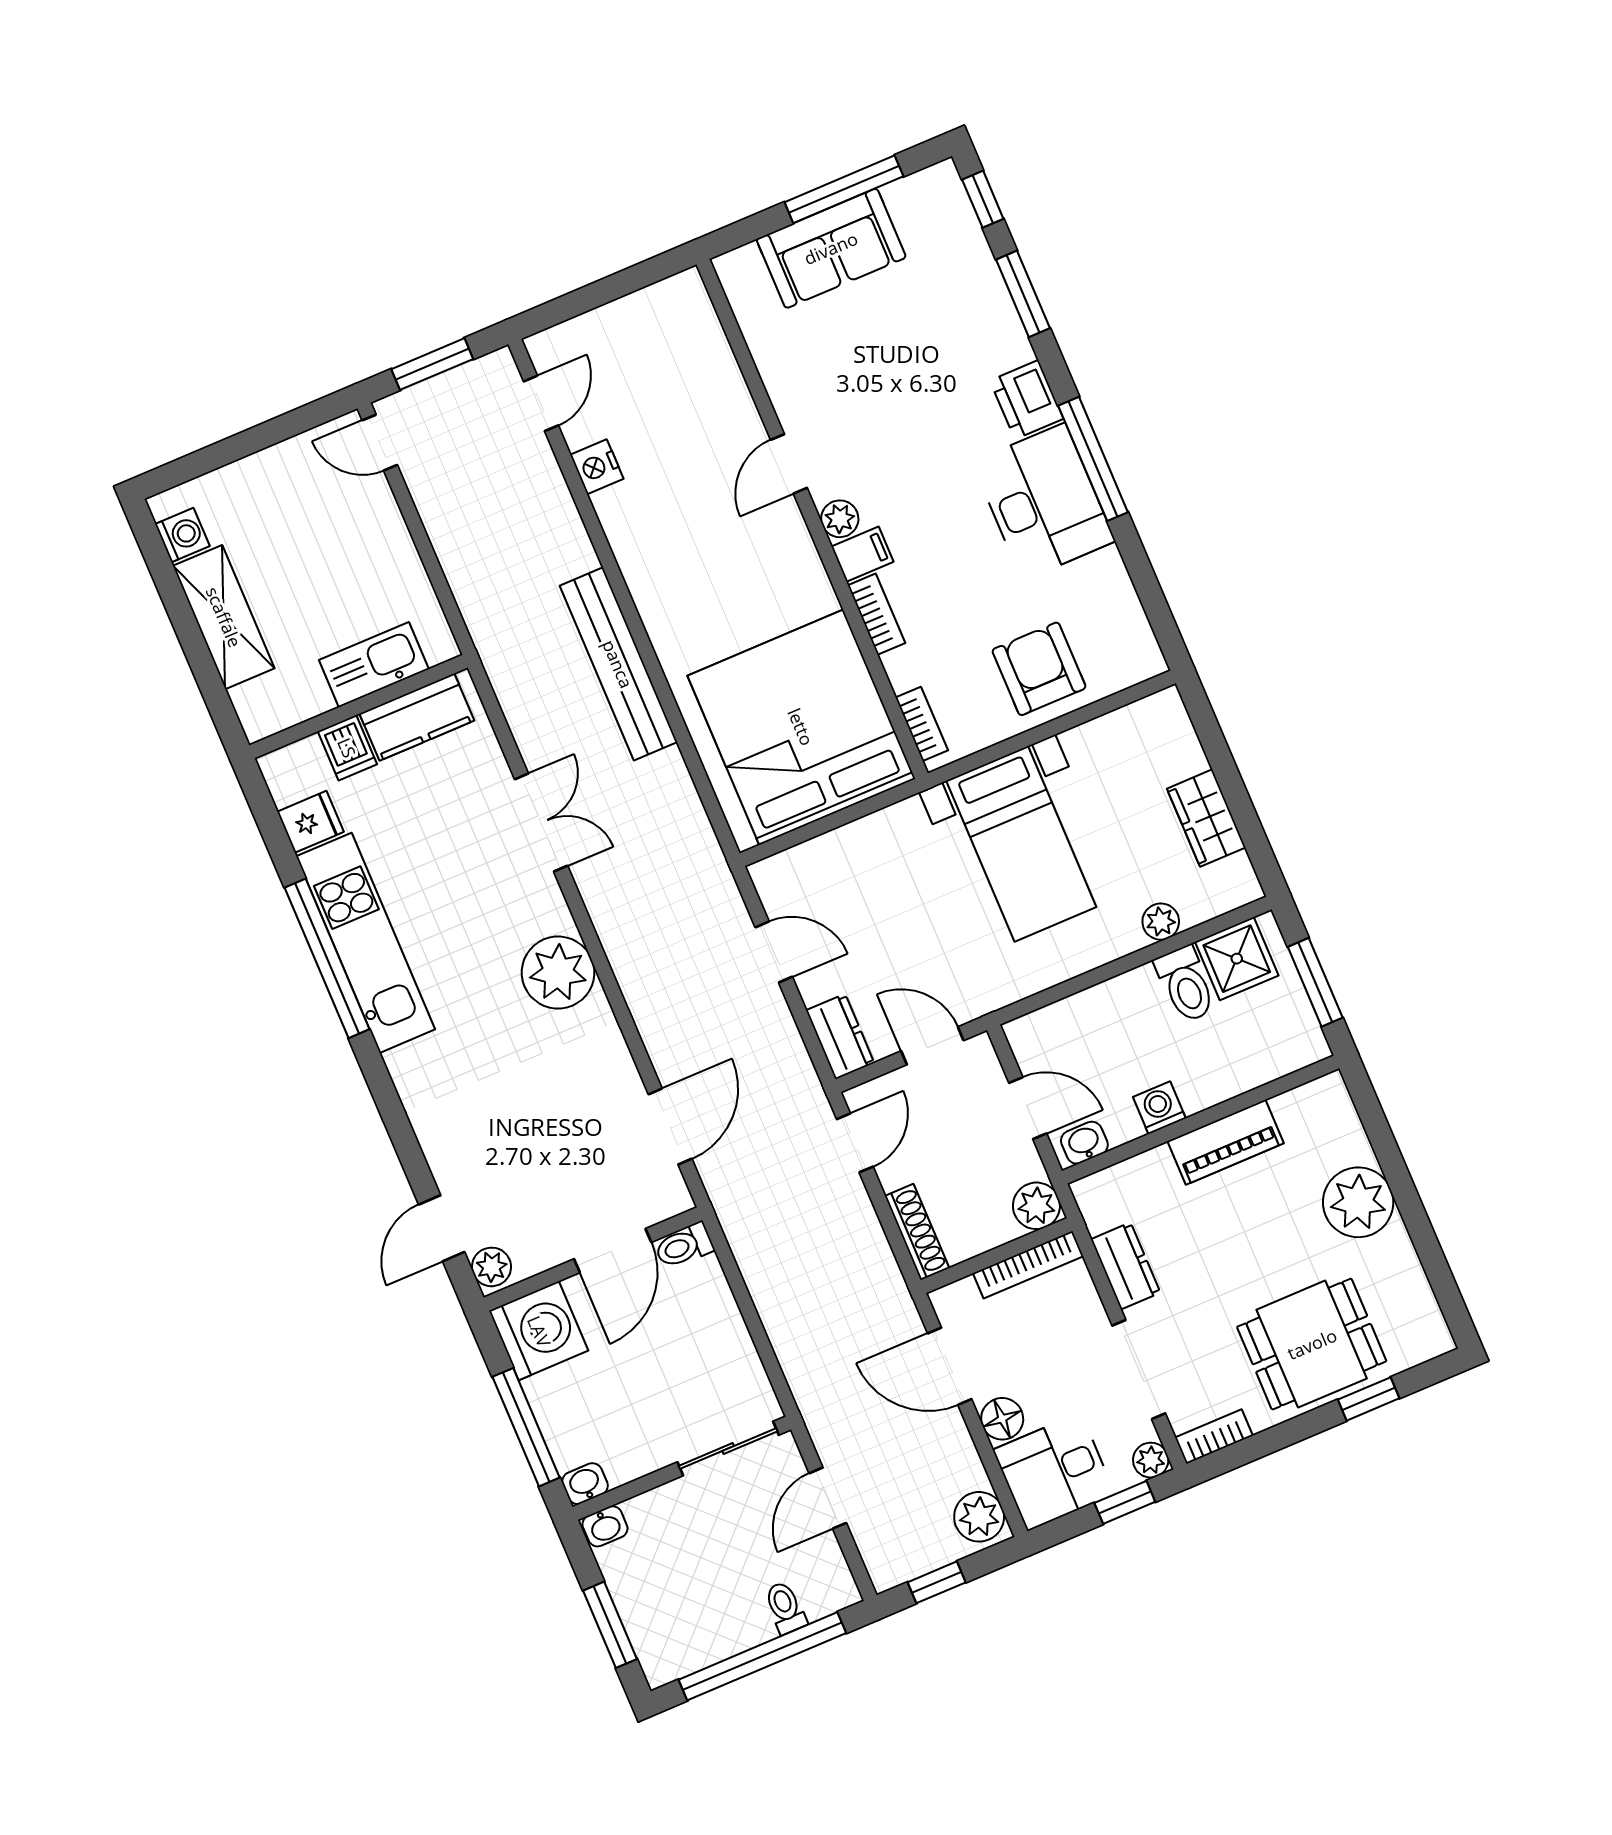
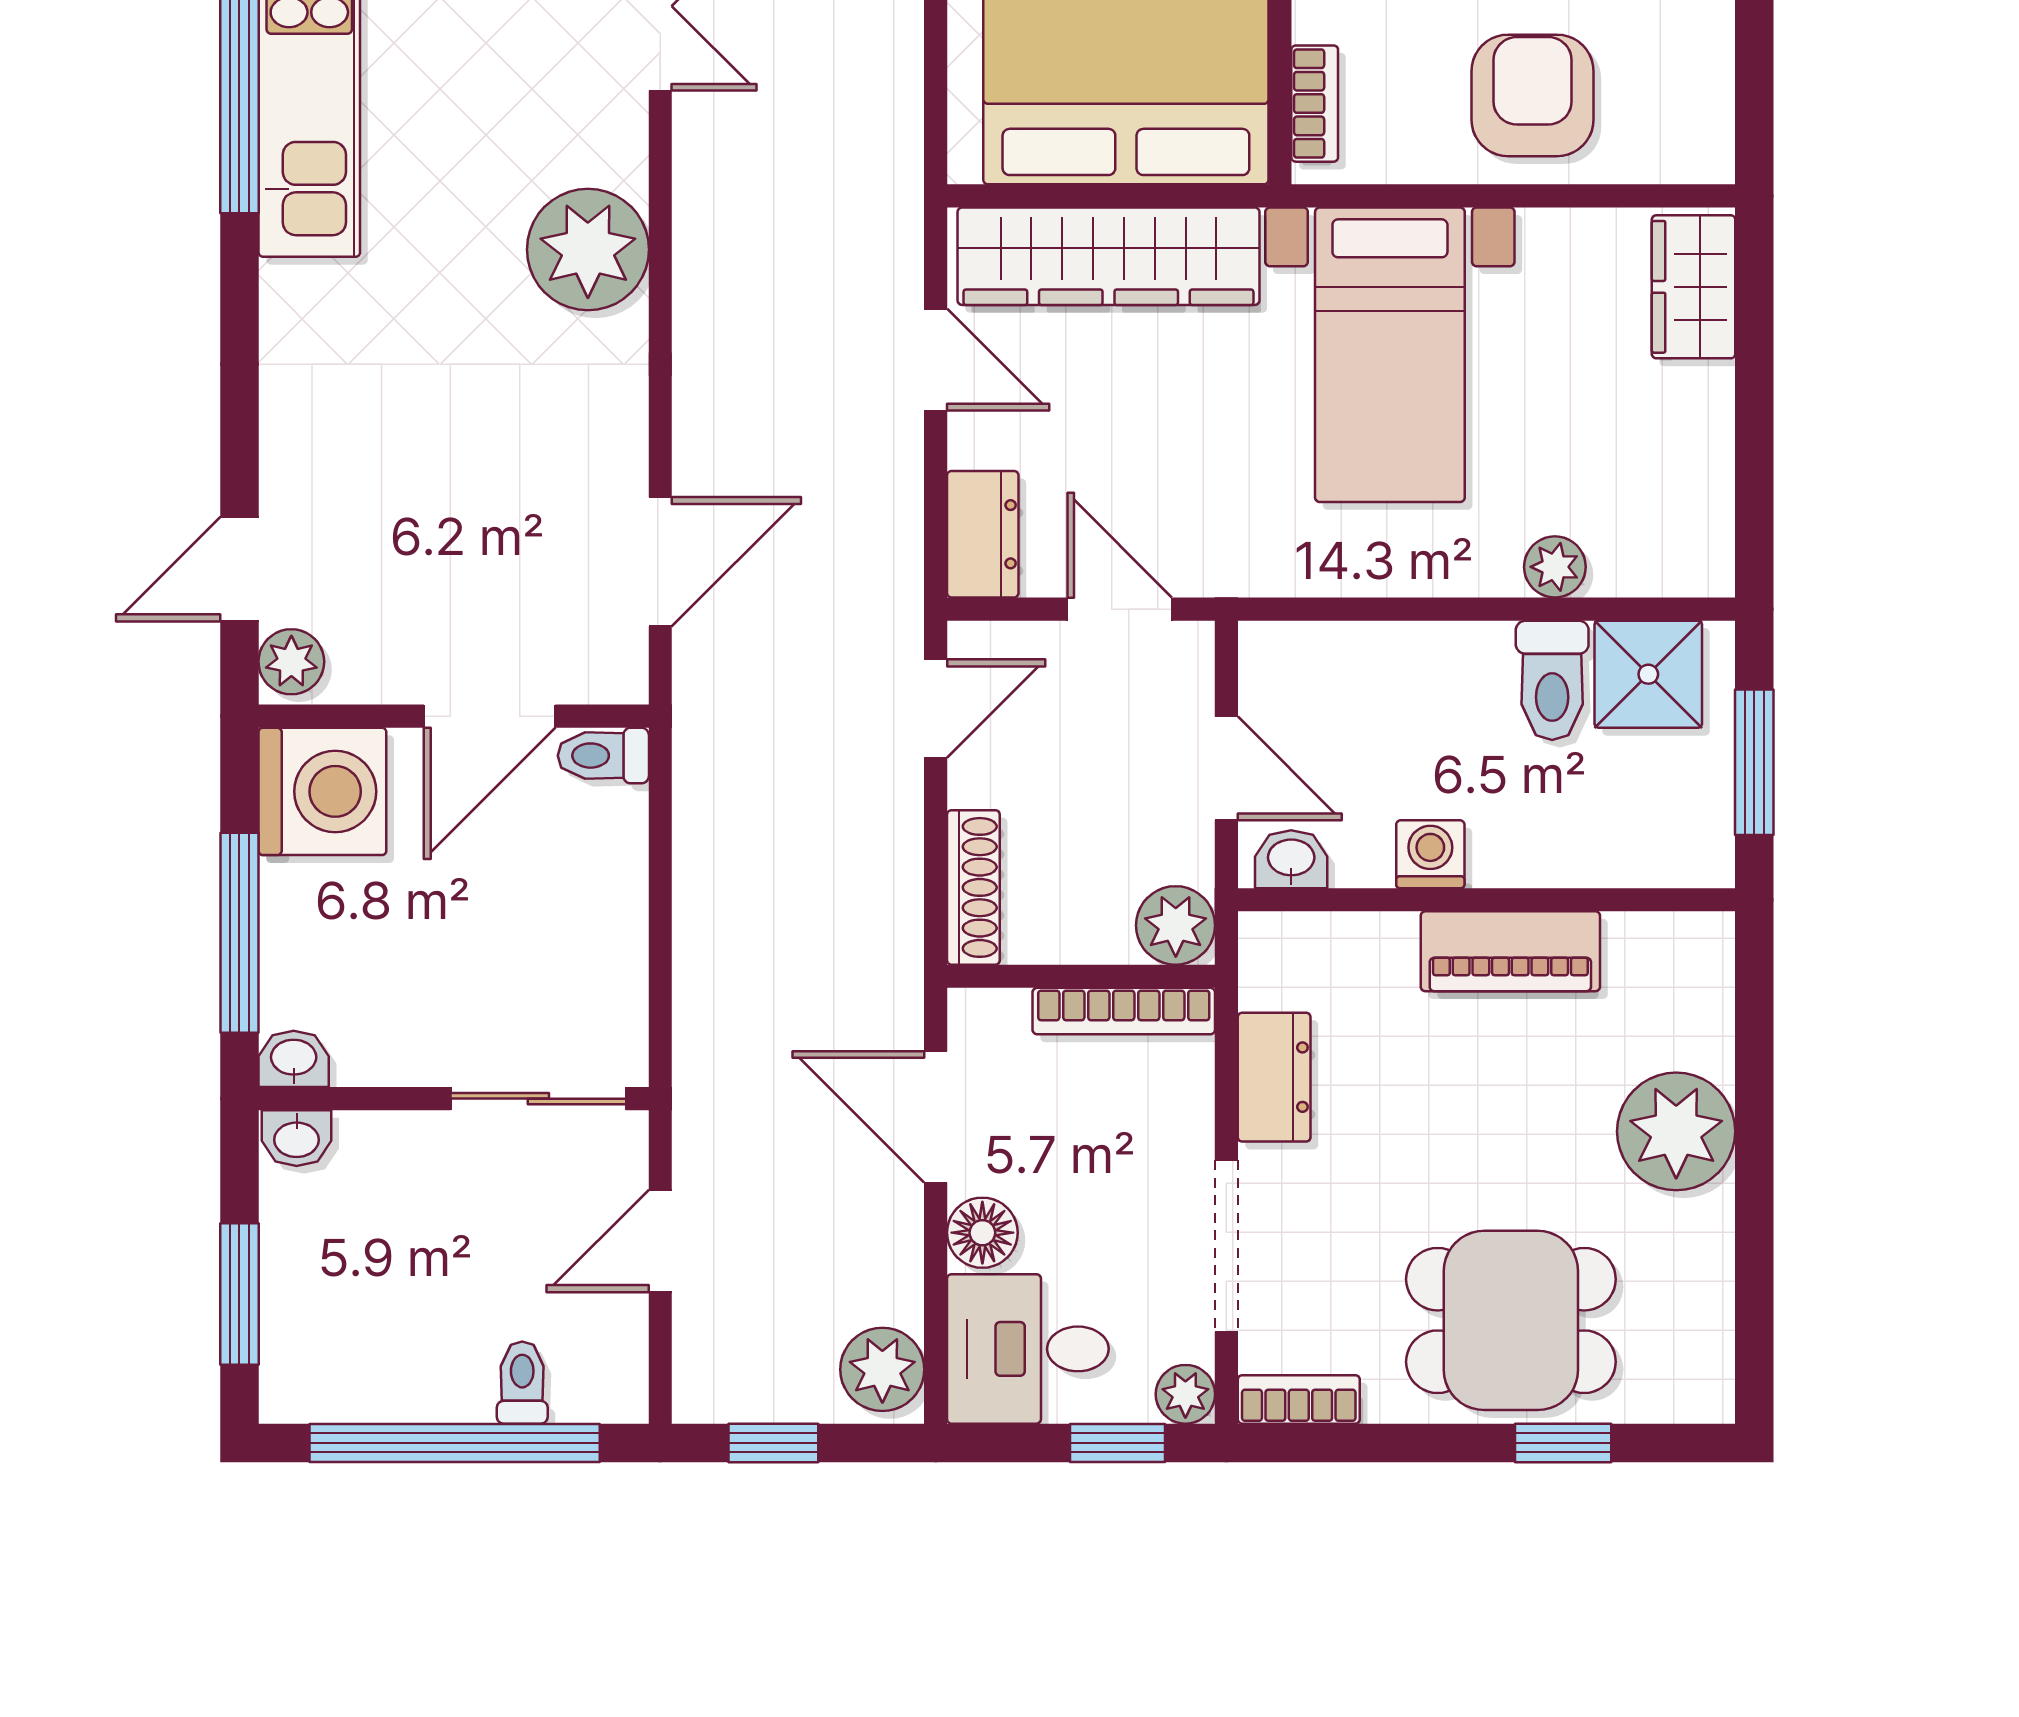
wardrobe: (1206, 818) -> (1694, 287), moved
wardrobe: (844, 855) -> (1108, 256), added

